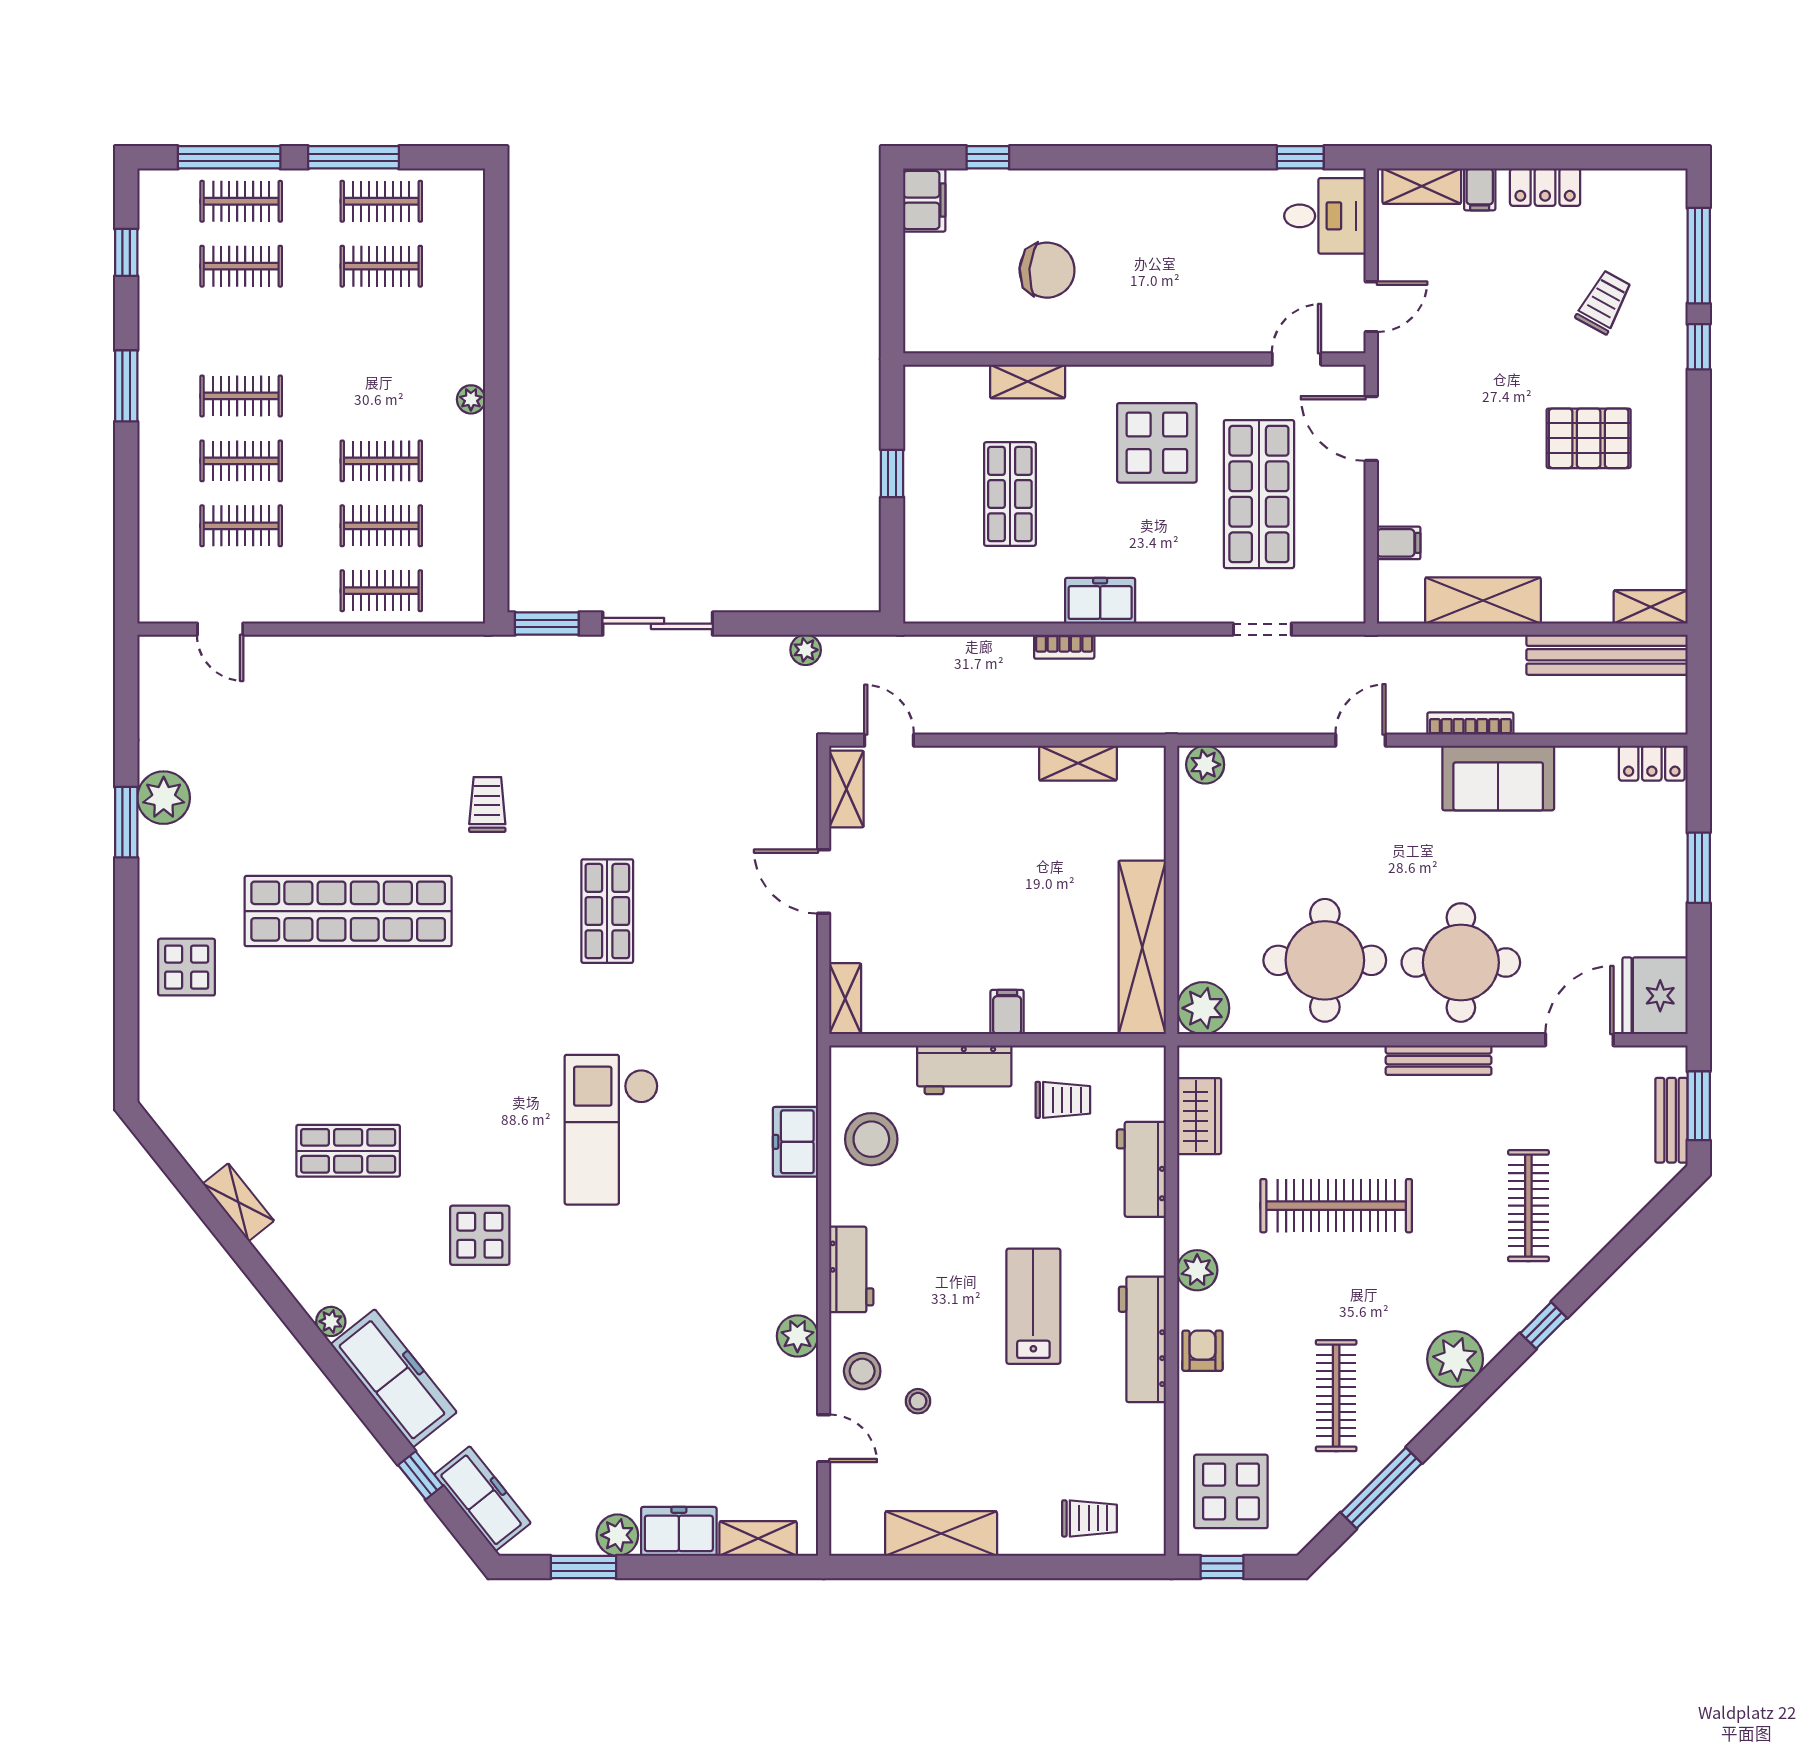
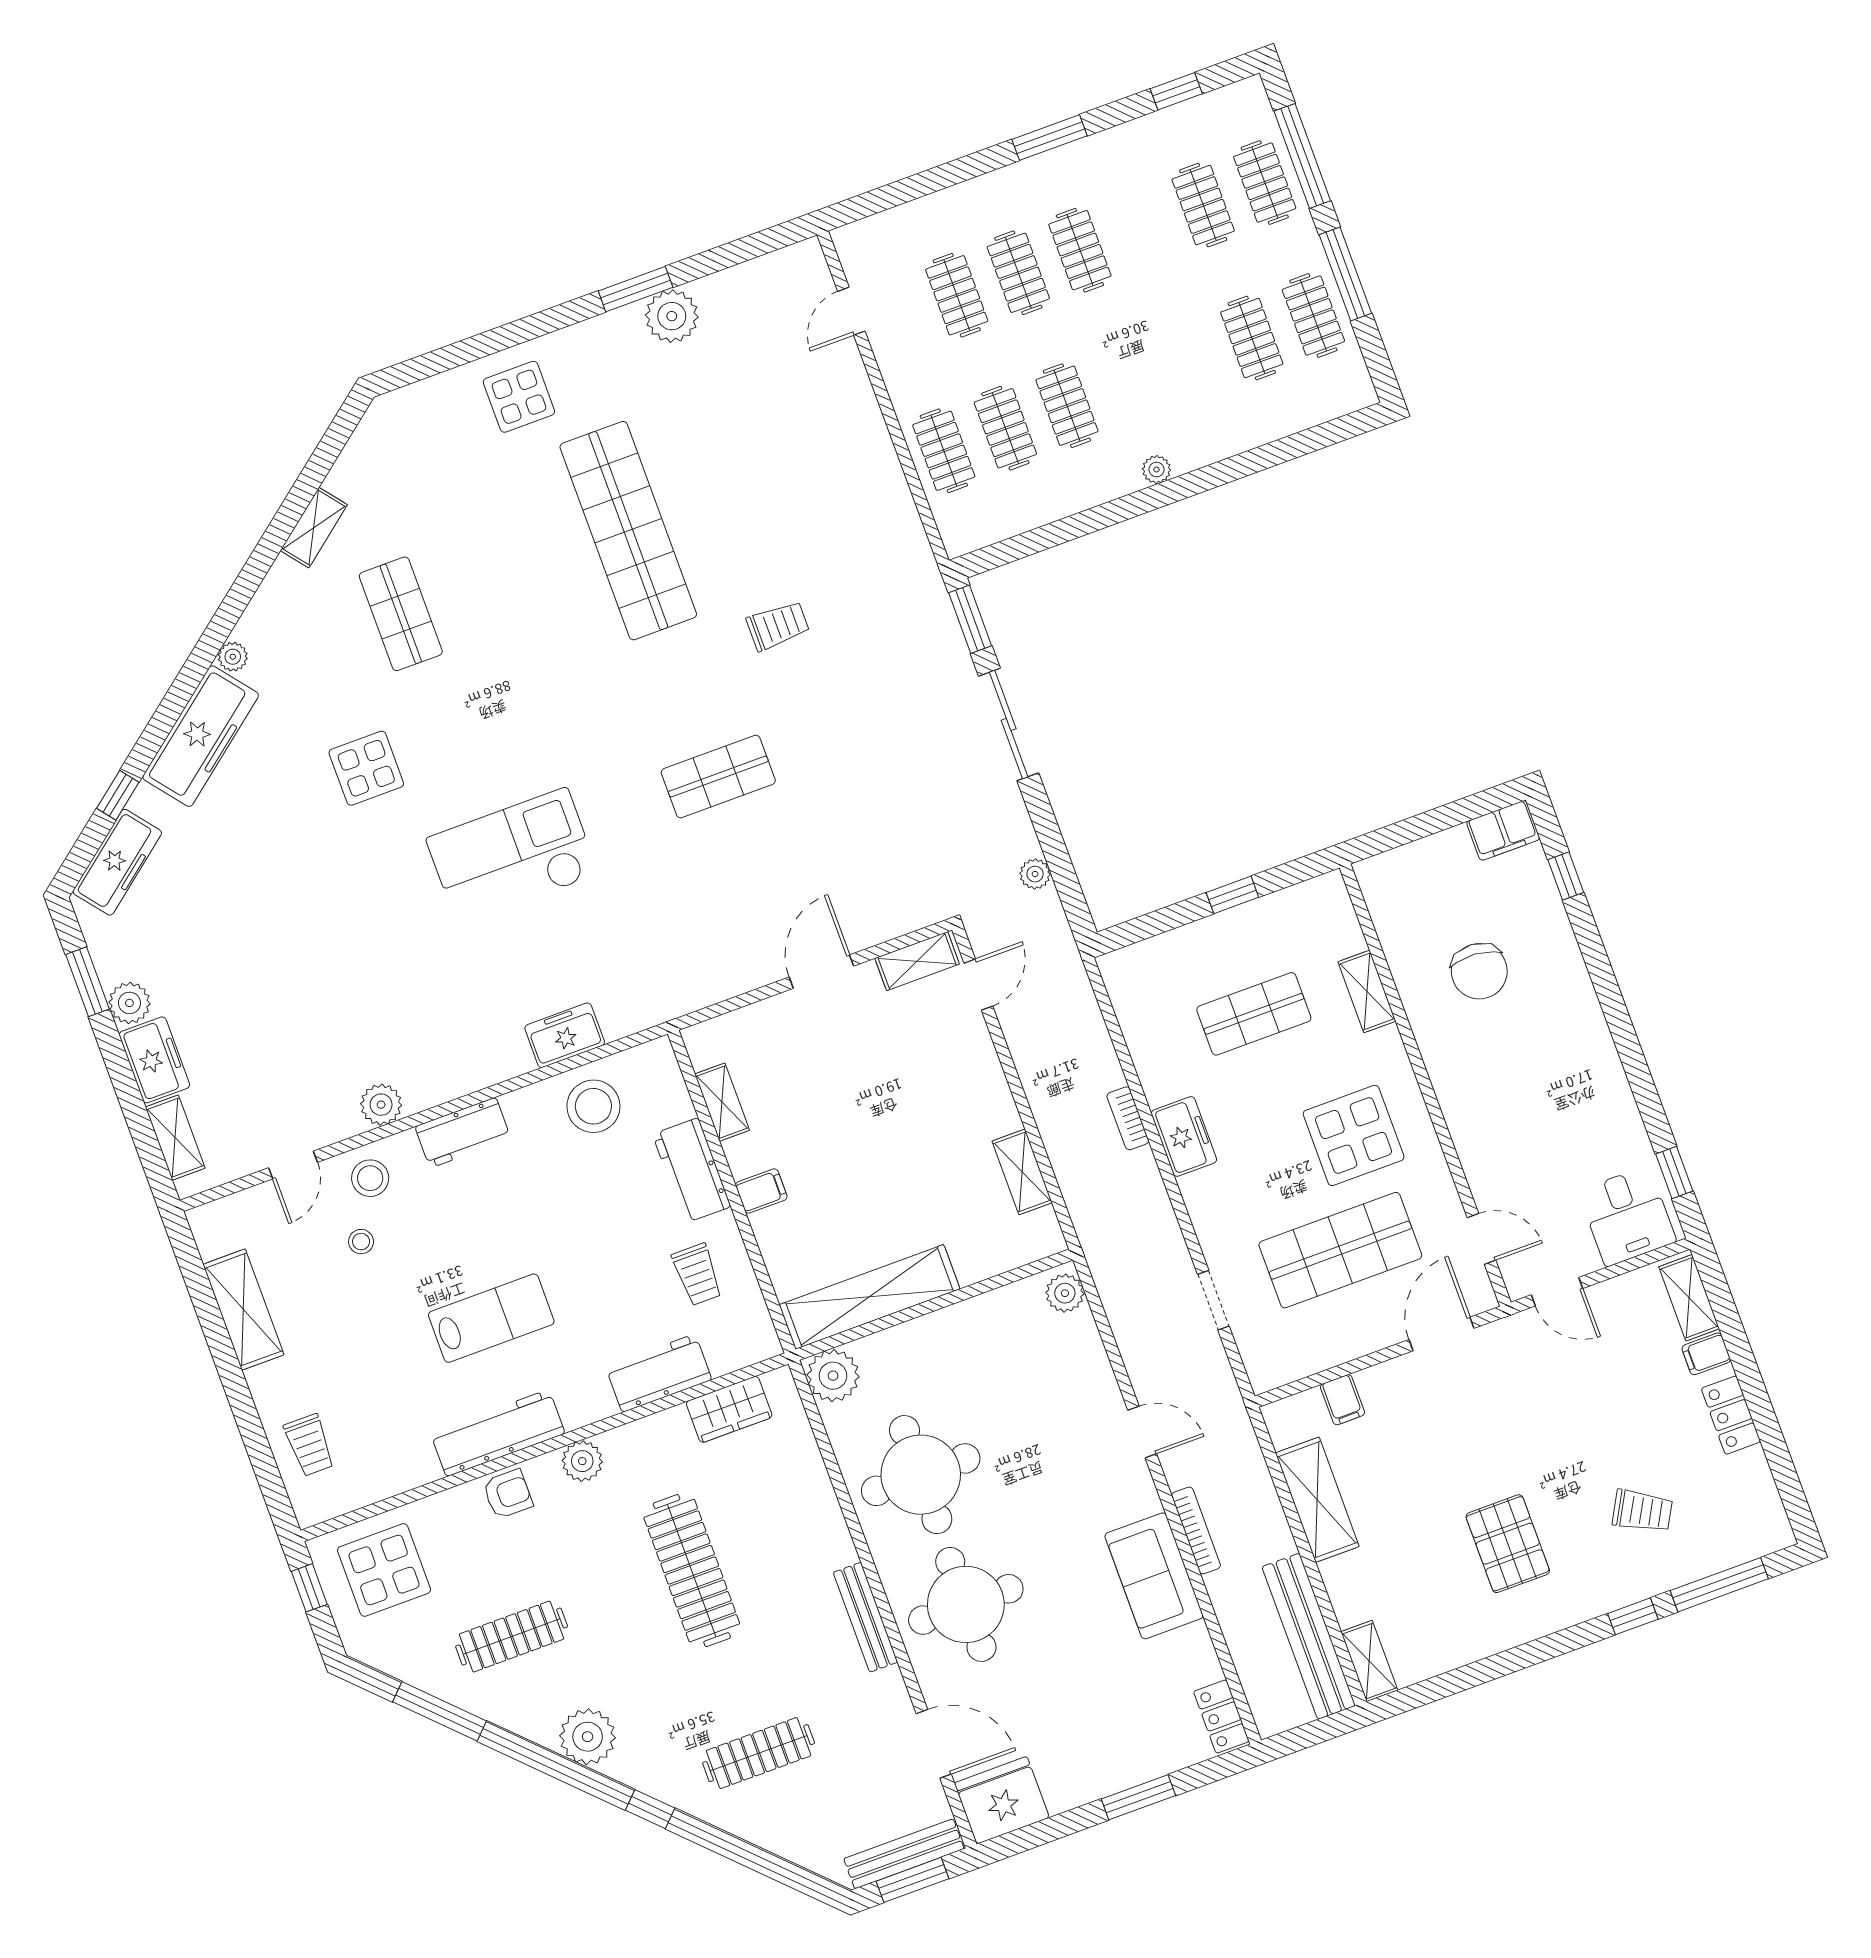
shelving: (845, 999) -> (722, 1102), moved, turned 90
bench: (1671, 1120) -> (904, 1854), width x1.36

